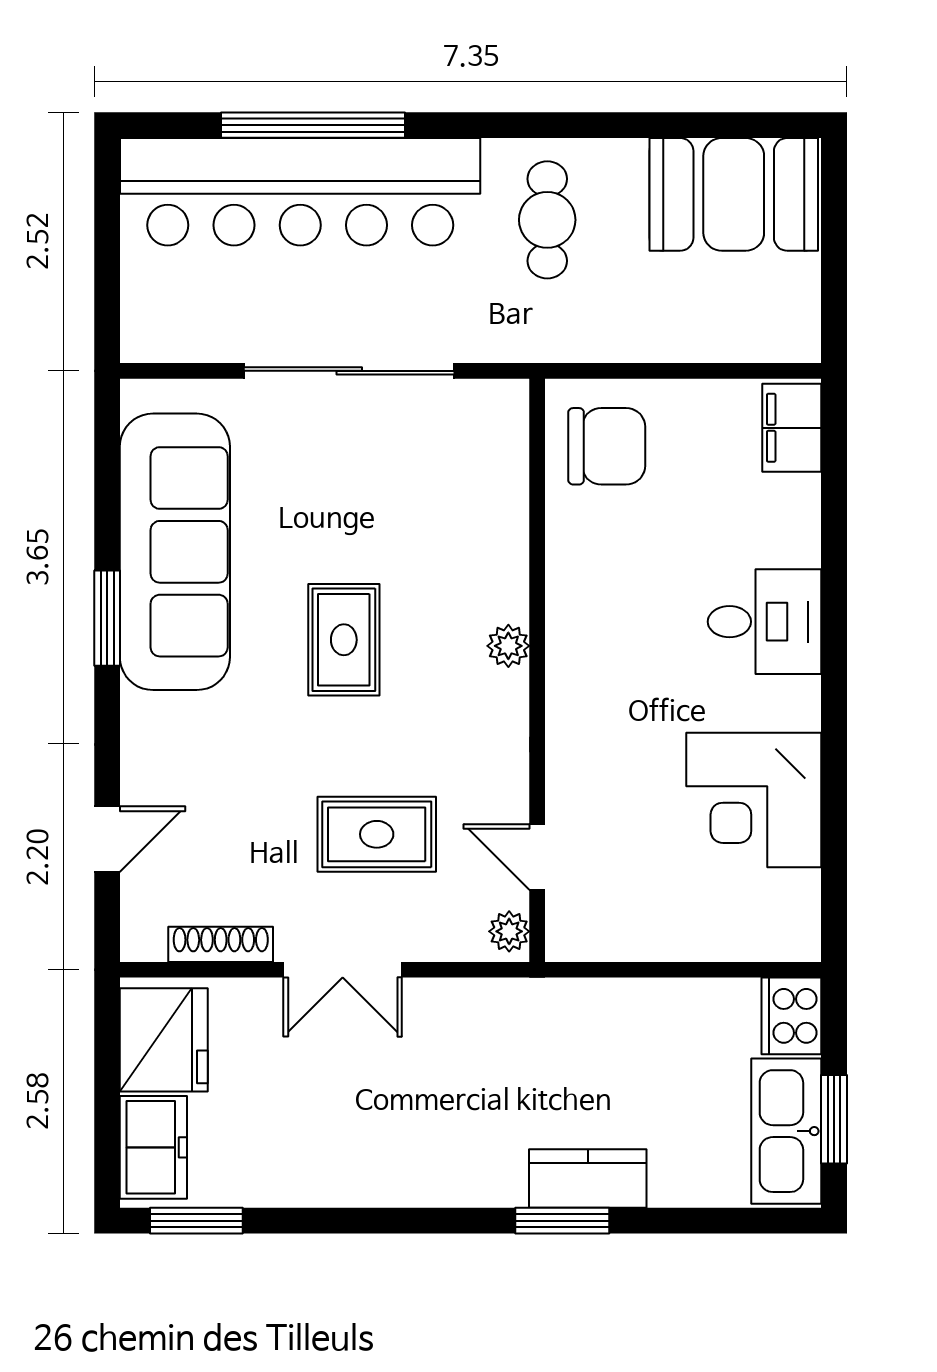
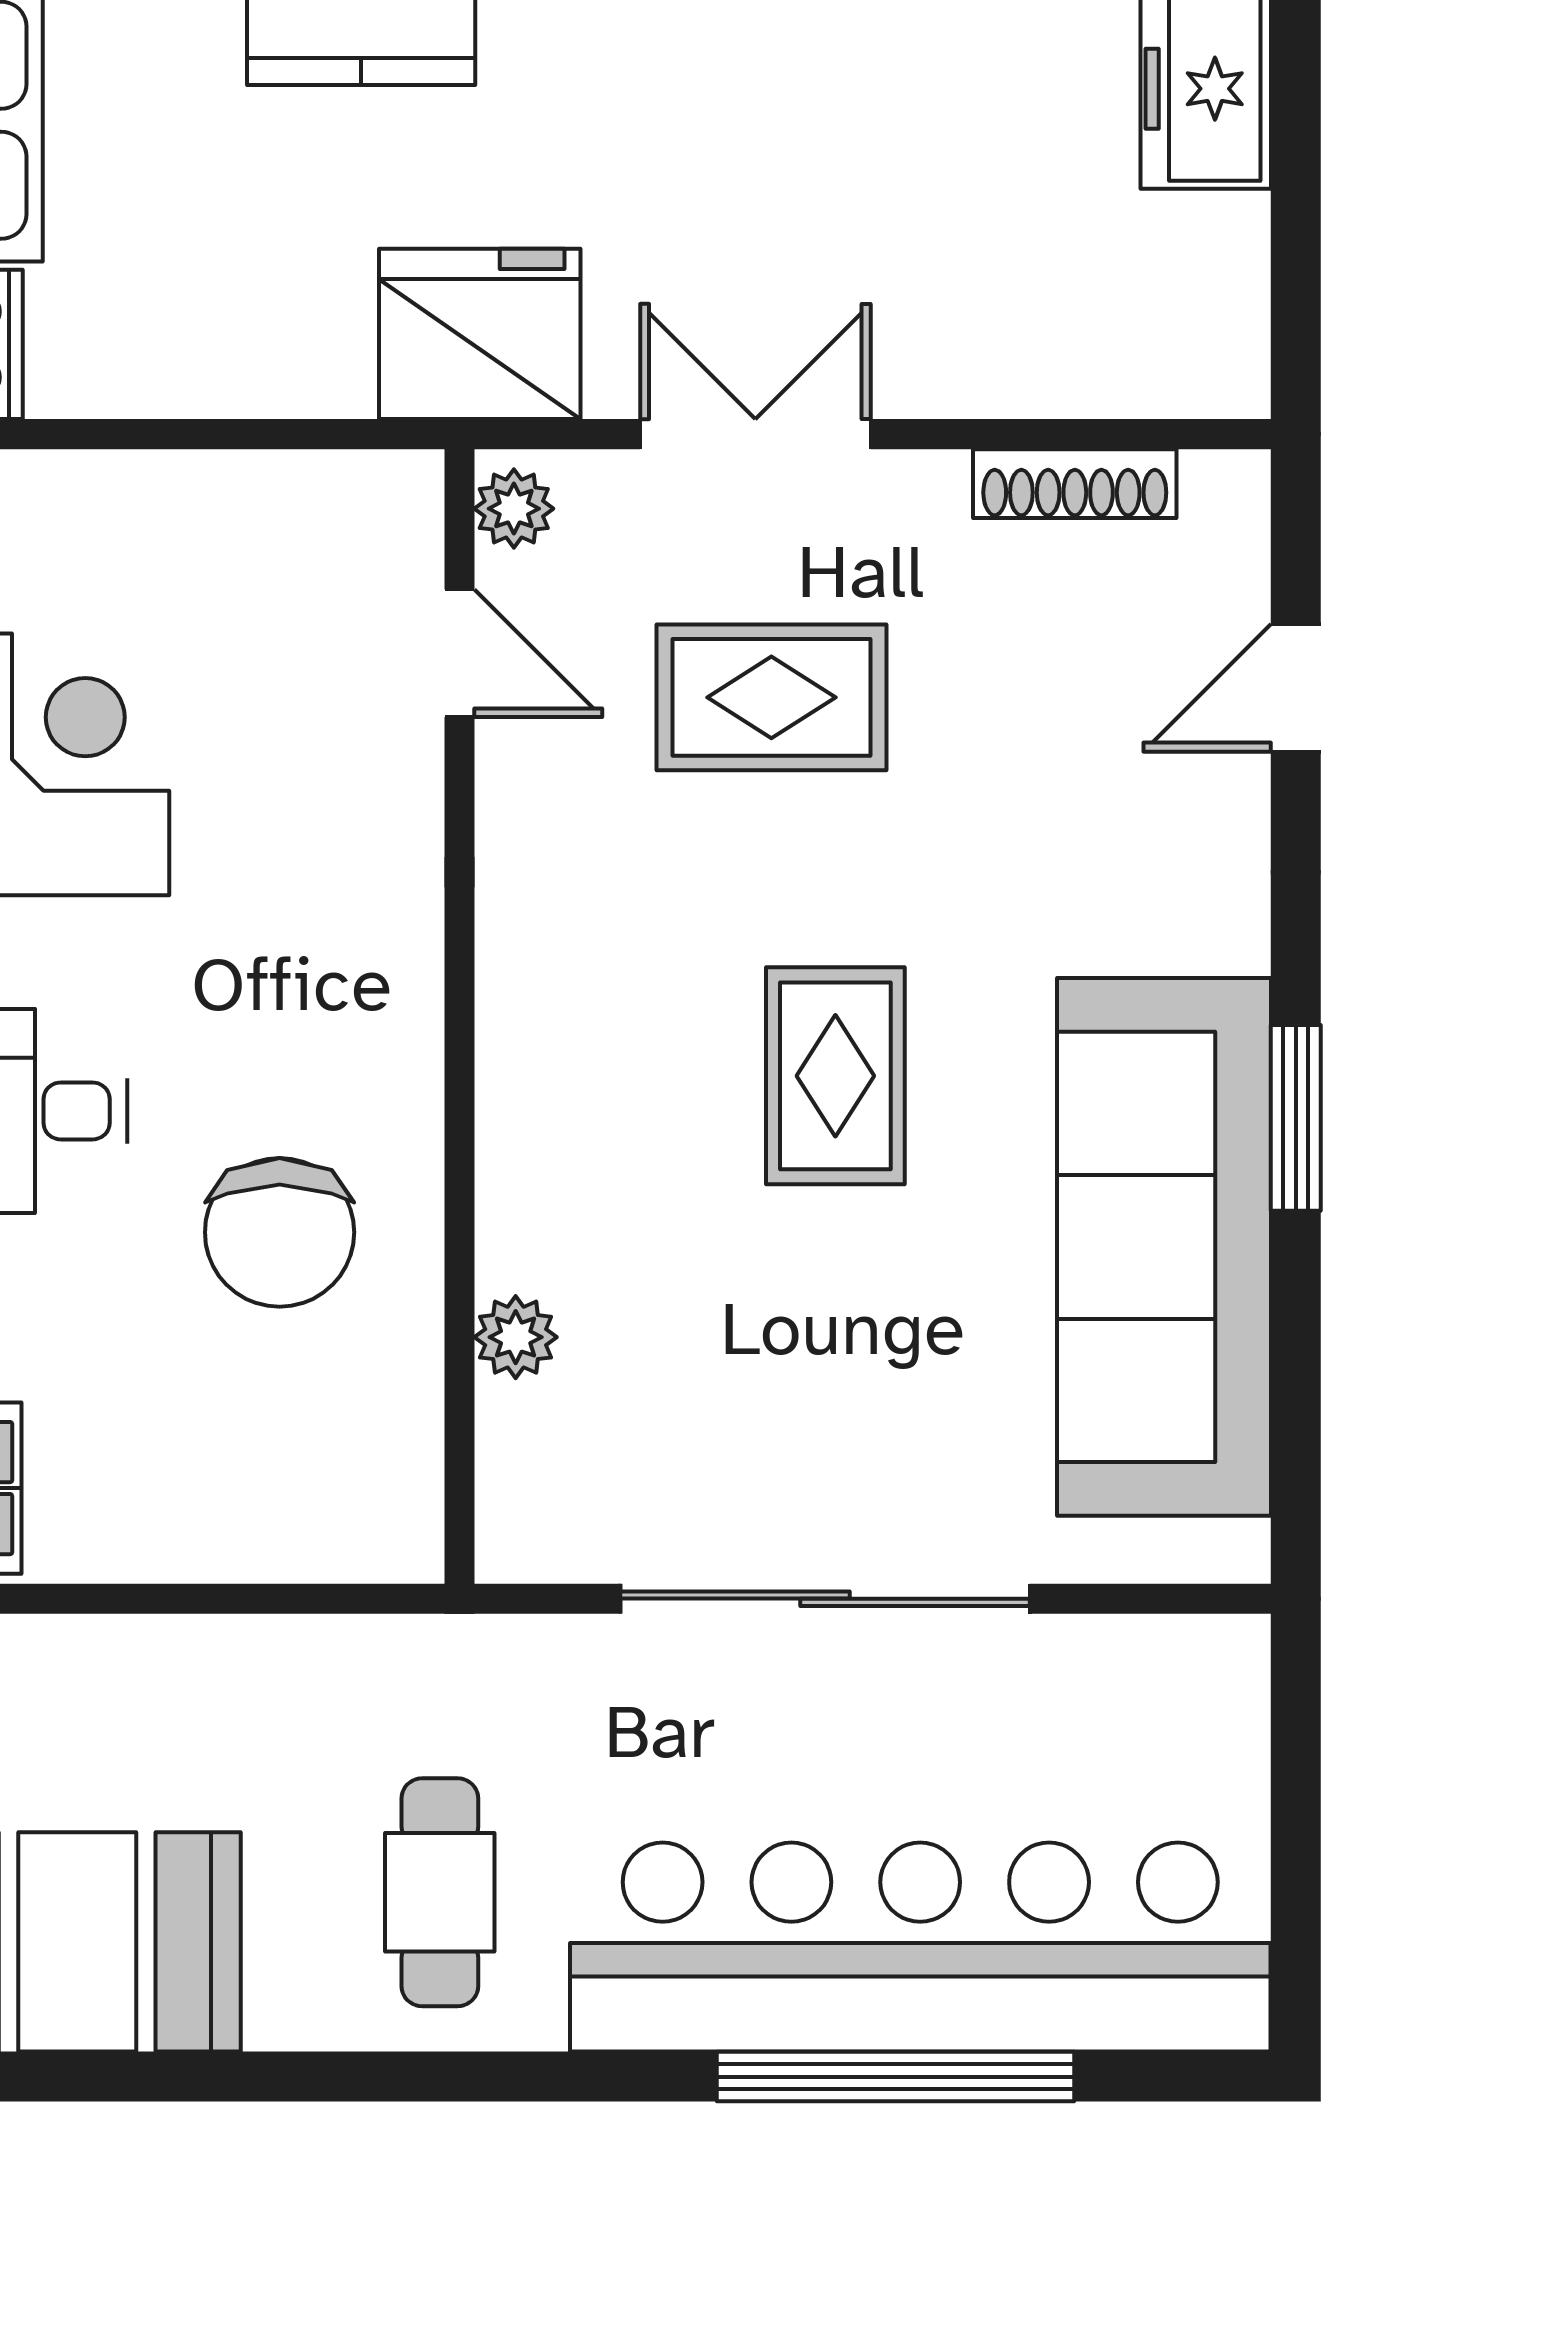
chair: (607, 446) -> (280, 1232), moved, turned -90
plant: (508, 646) -> (516, 1337), moved
double door: (343, 970) -> (755, 434), moved
fridge: (164, 1040) -> (480, 334), moved, turned 90

